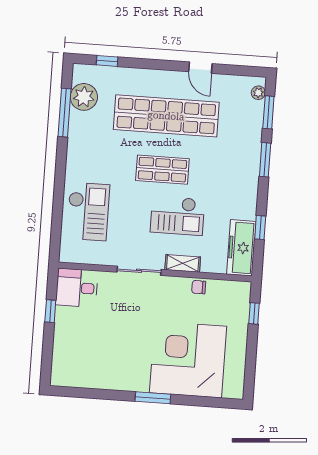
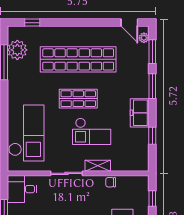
door: (200, 68) -> (129, 23), moved
checkout: (88, 212) -> (26, 133), width x1.36, depth x1.21
freezer: (241, 248) -> (140, 113), moved, width x0.71

